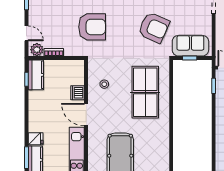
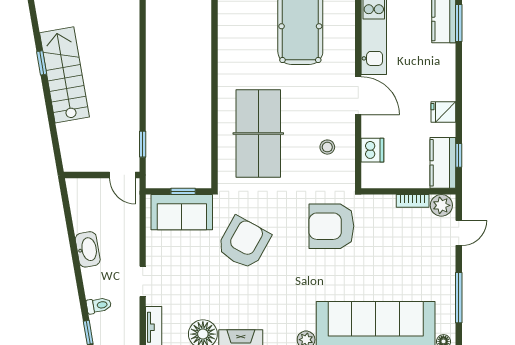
armchair: (92, 27) -> (331, 226), moved
armchair: (154, 28) -> (244, 243), turned 95
door: (27, 33) -> (459, 233), swing flipped
dishwasher: (78, 93) -> (372, 150), moved
fridge: (36, 139) -> (443, 112), moved

